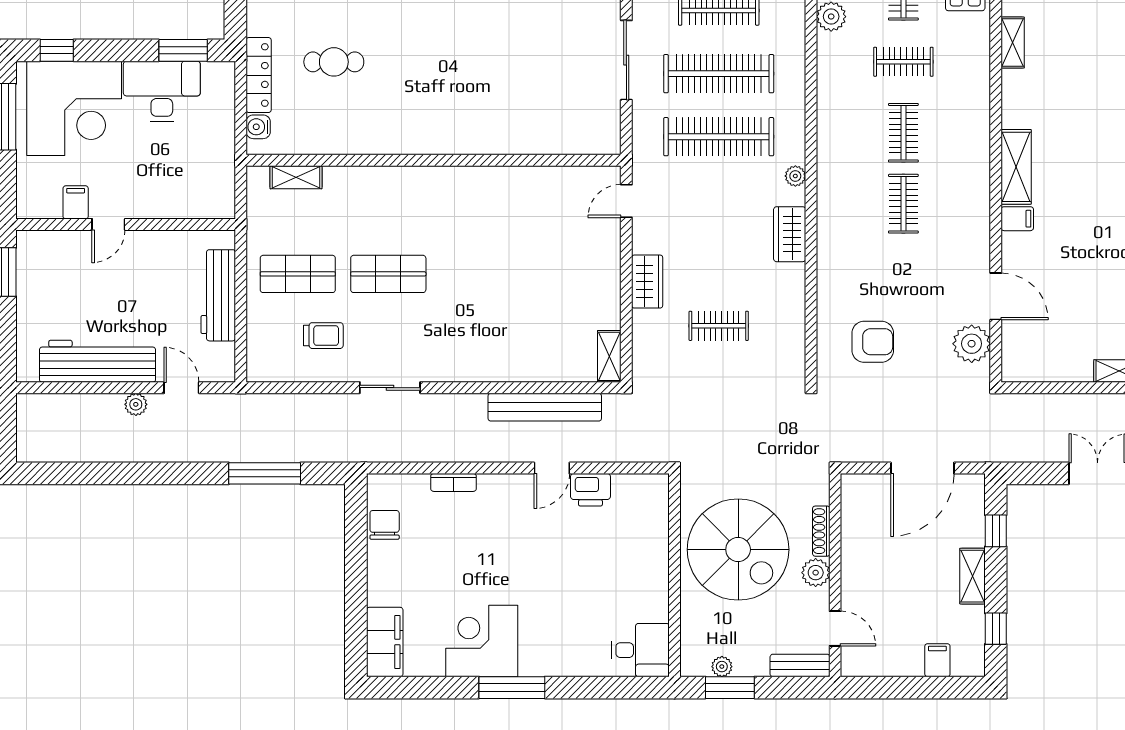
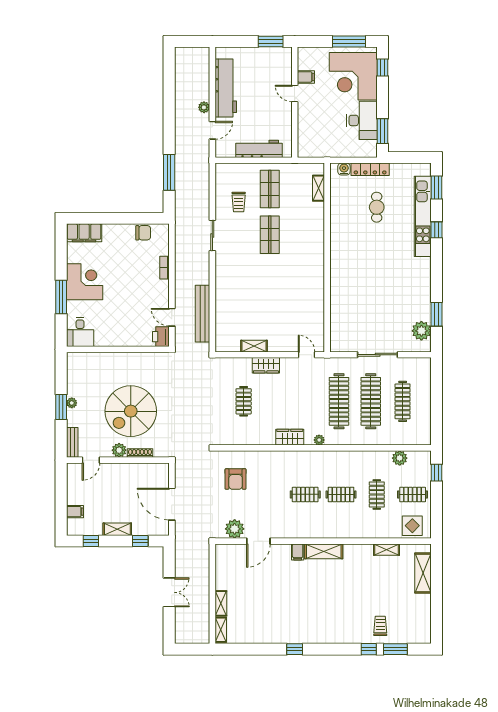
shelving: (609, 356) -> (254, 346), moved
wall: (675, 575) -> (118, 349), moved
desk: (640, 650) -> (80, 332), moved

